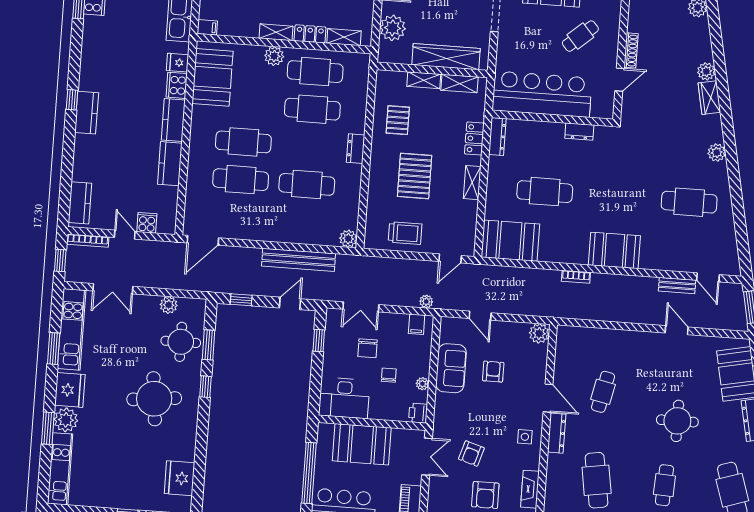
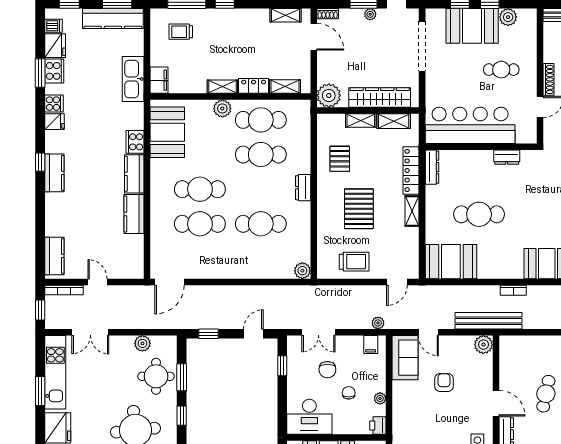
filing cabinet: (207, 27) -> (159, 80), width x2.00
plant: (393, 28) -> (329, 95), moved
cafe table: (580, 36) -> (501, 70), turned 41
fridge: (178, 63) -> (55, 122), moved, turned 180
locker: (474, 139) -> (411, 171), width x1.53
cooker: (147, 223) -> (54, 104), moved, turned 90
bench: (299, 260) -> (488, 321), moved
sofa: (451, 368) -> (405, 358), moved

